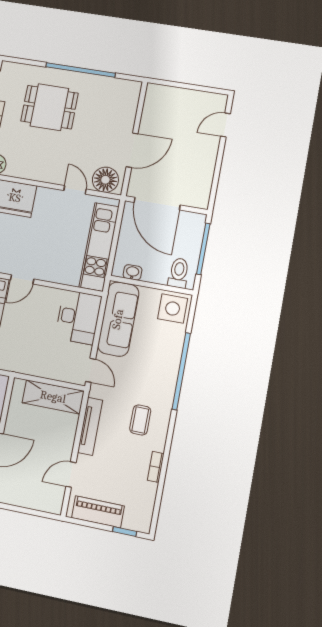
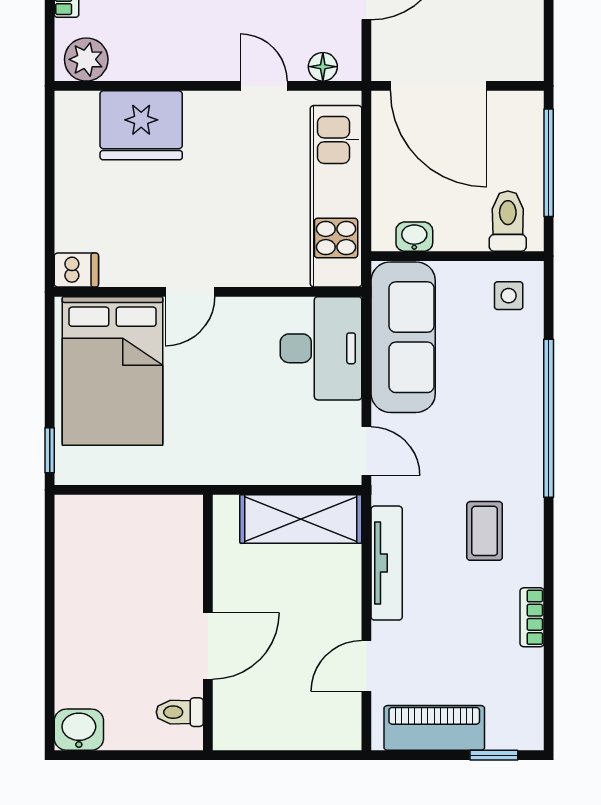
floor lamp: (105, 180) -> (323, 67), width x0.53, depth x0.53
side table: (173, 309) -> (509, 296), width x0.54, depth x0.54

